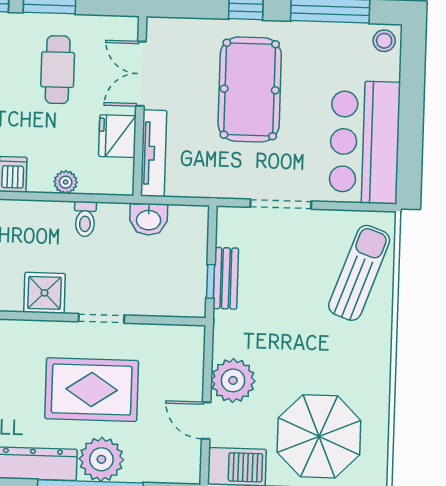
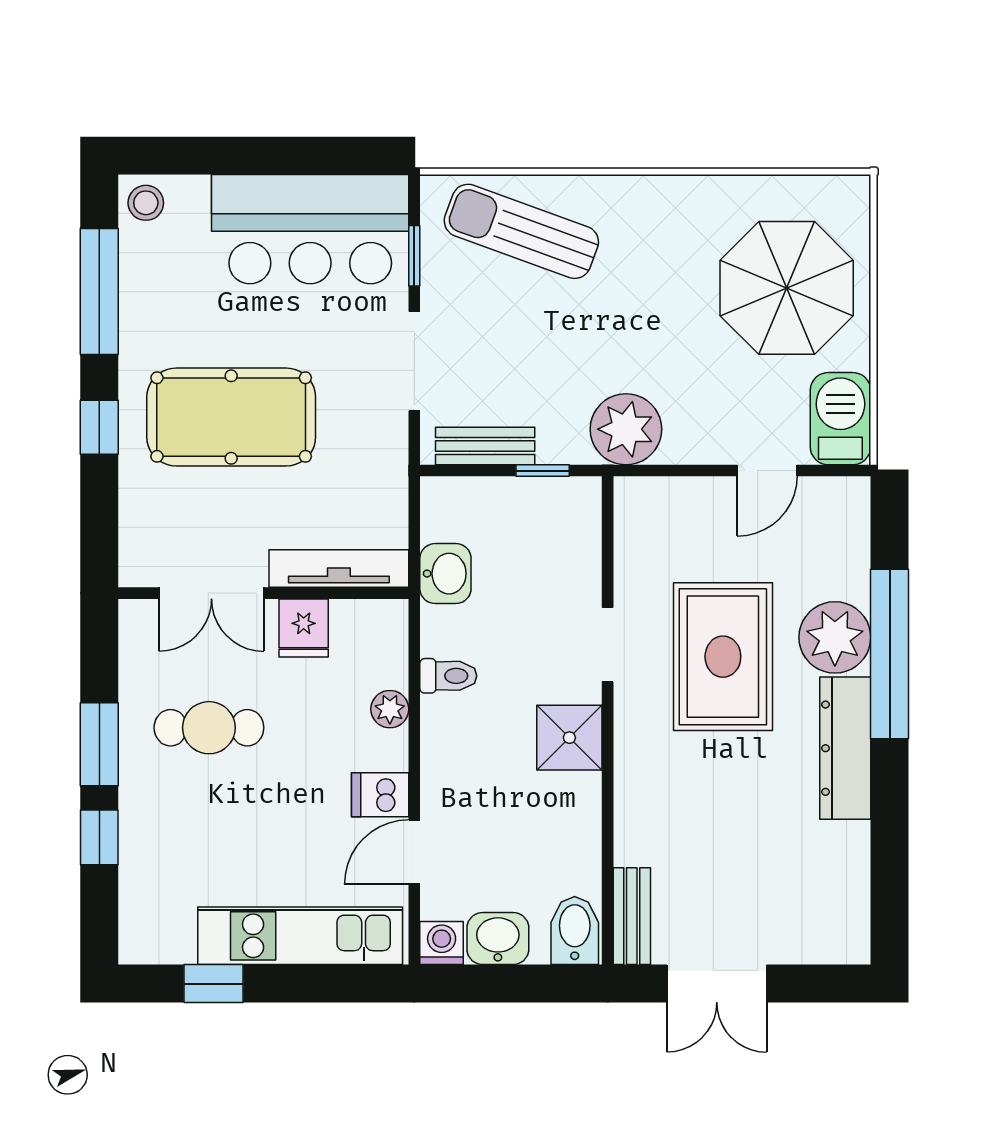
fridge: (117, 136) -> (304, 628), width x0.72
window: (346, 206) -> (414, 256), added
bench: (226, 278) -> (485, 446), moved
plant: (233, 380) -> (626, 429), moved

